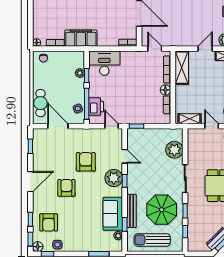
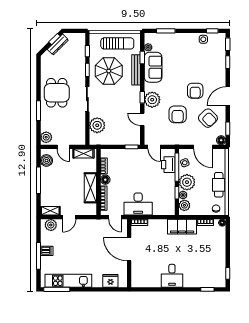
plant: (78, 62) -> (184, 205), added
desk: (104, 63) -> (138, 204), moved
shelving: (182, 68) -> (90, 188), moved
plant: (75, 87) -> (187, 182), added
cafe table: (40, 103) -> (219, 185), moved
armchair: (49, 222) -> (208, 118), moved, turned 136
floor lamp: (38, 247) -> (221, 140), moved

